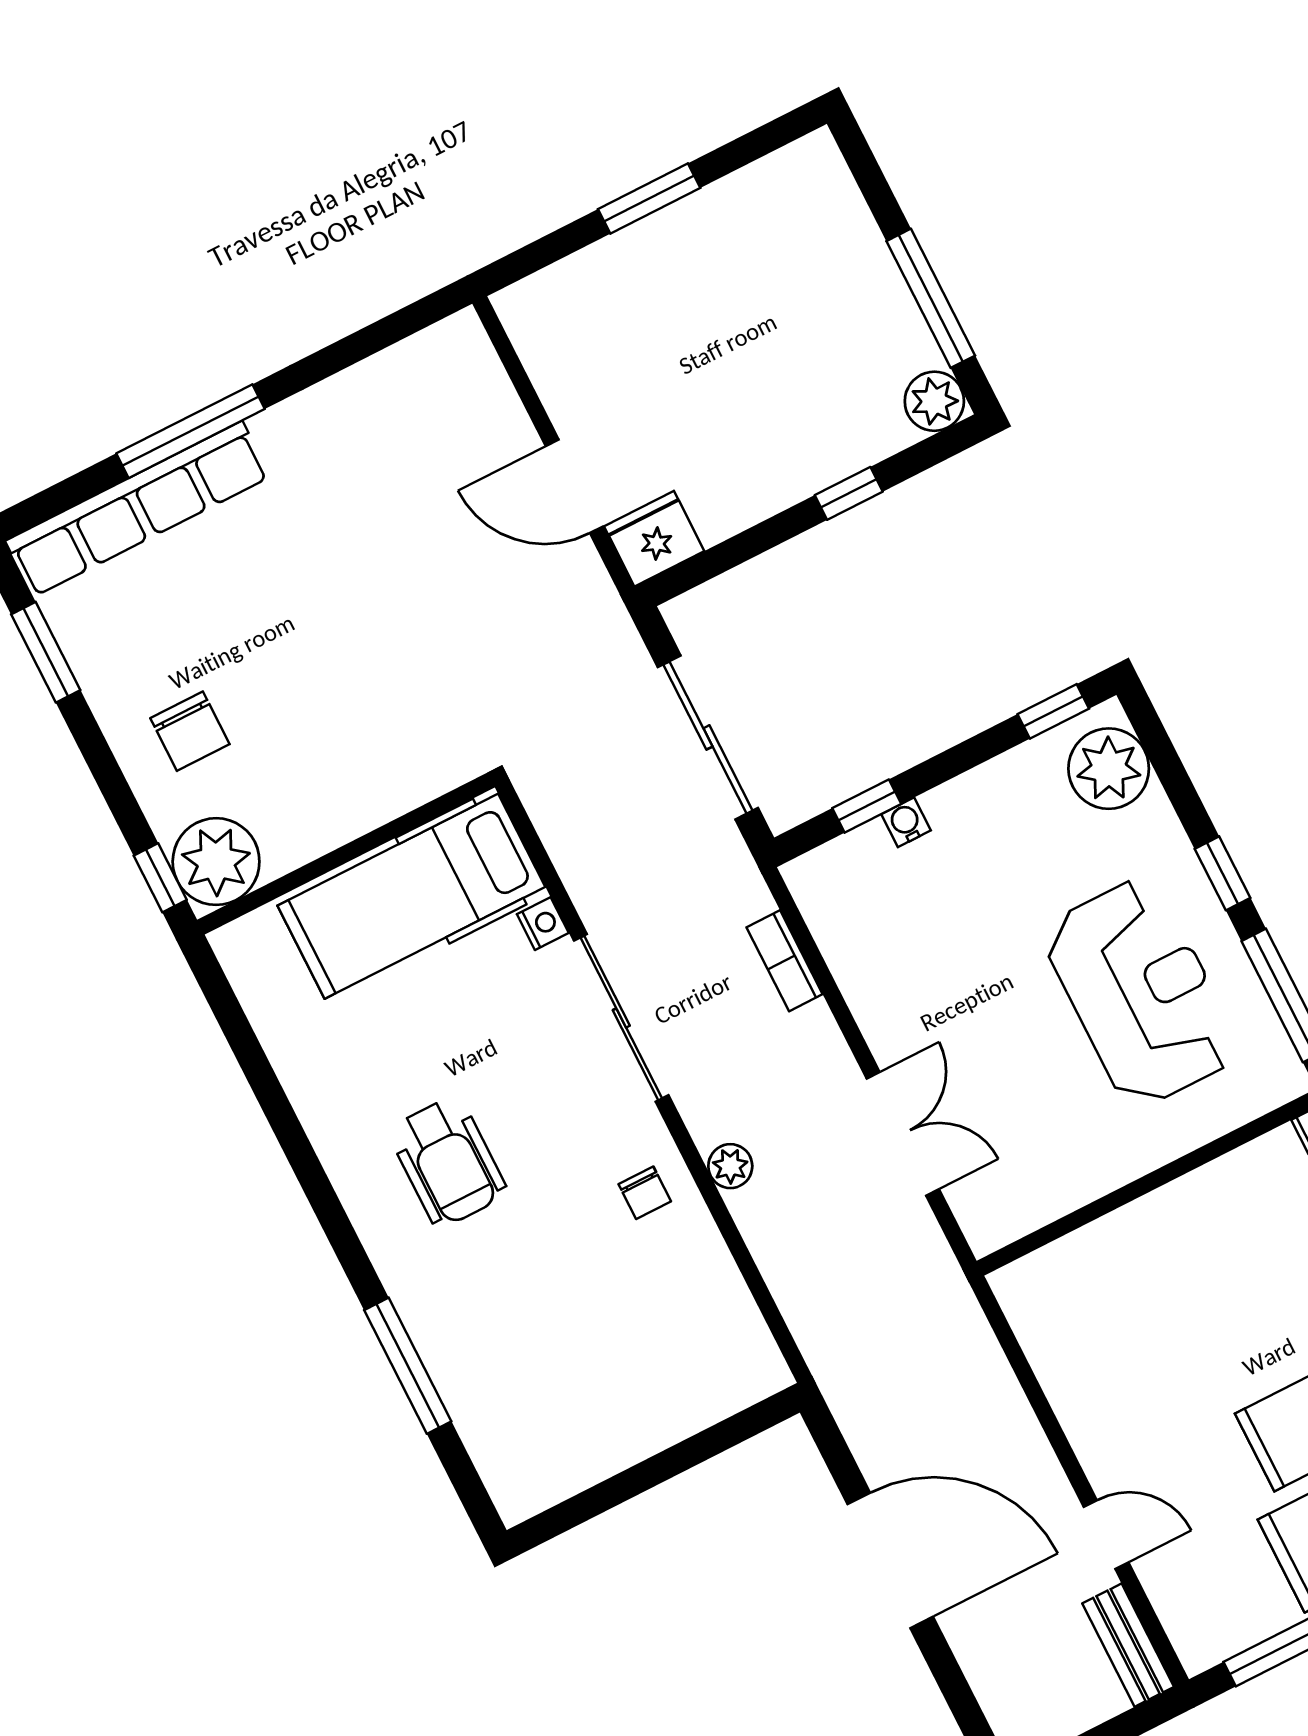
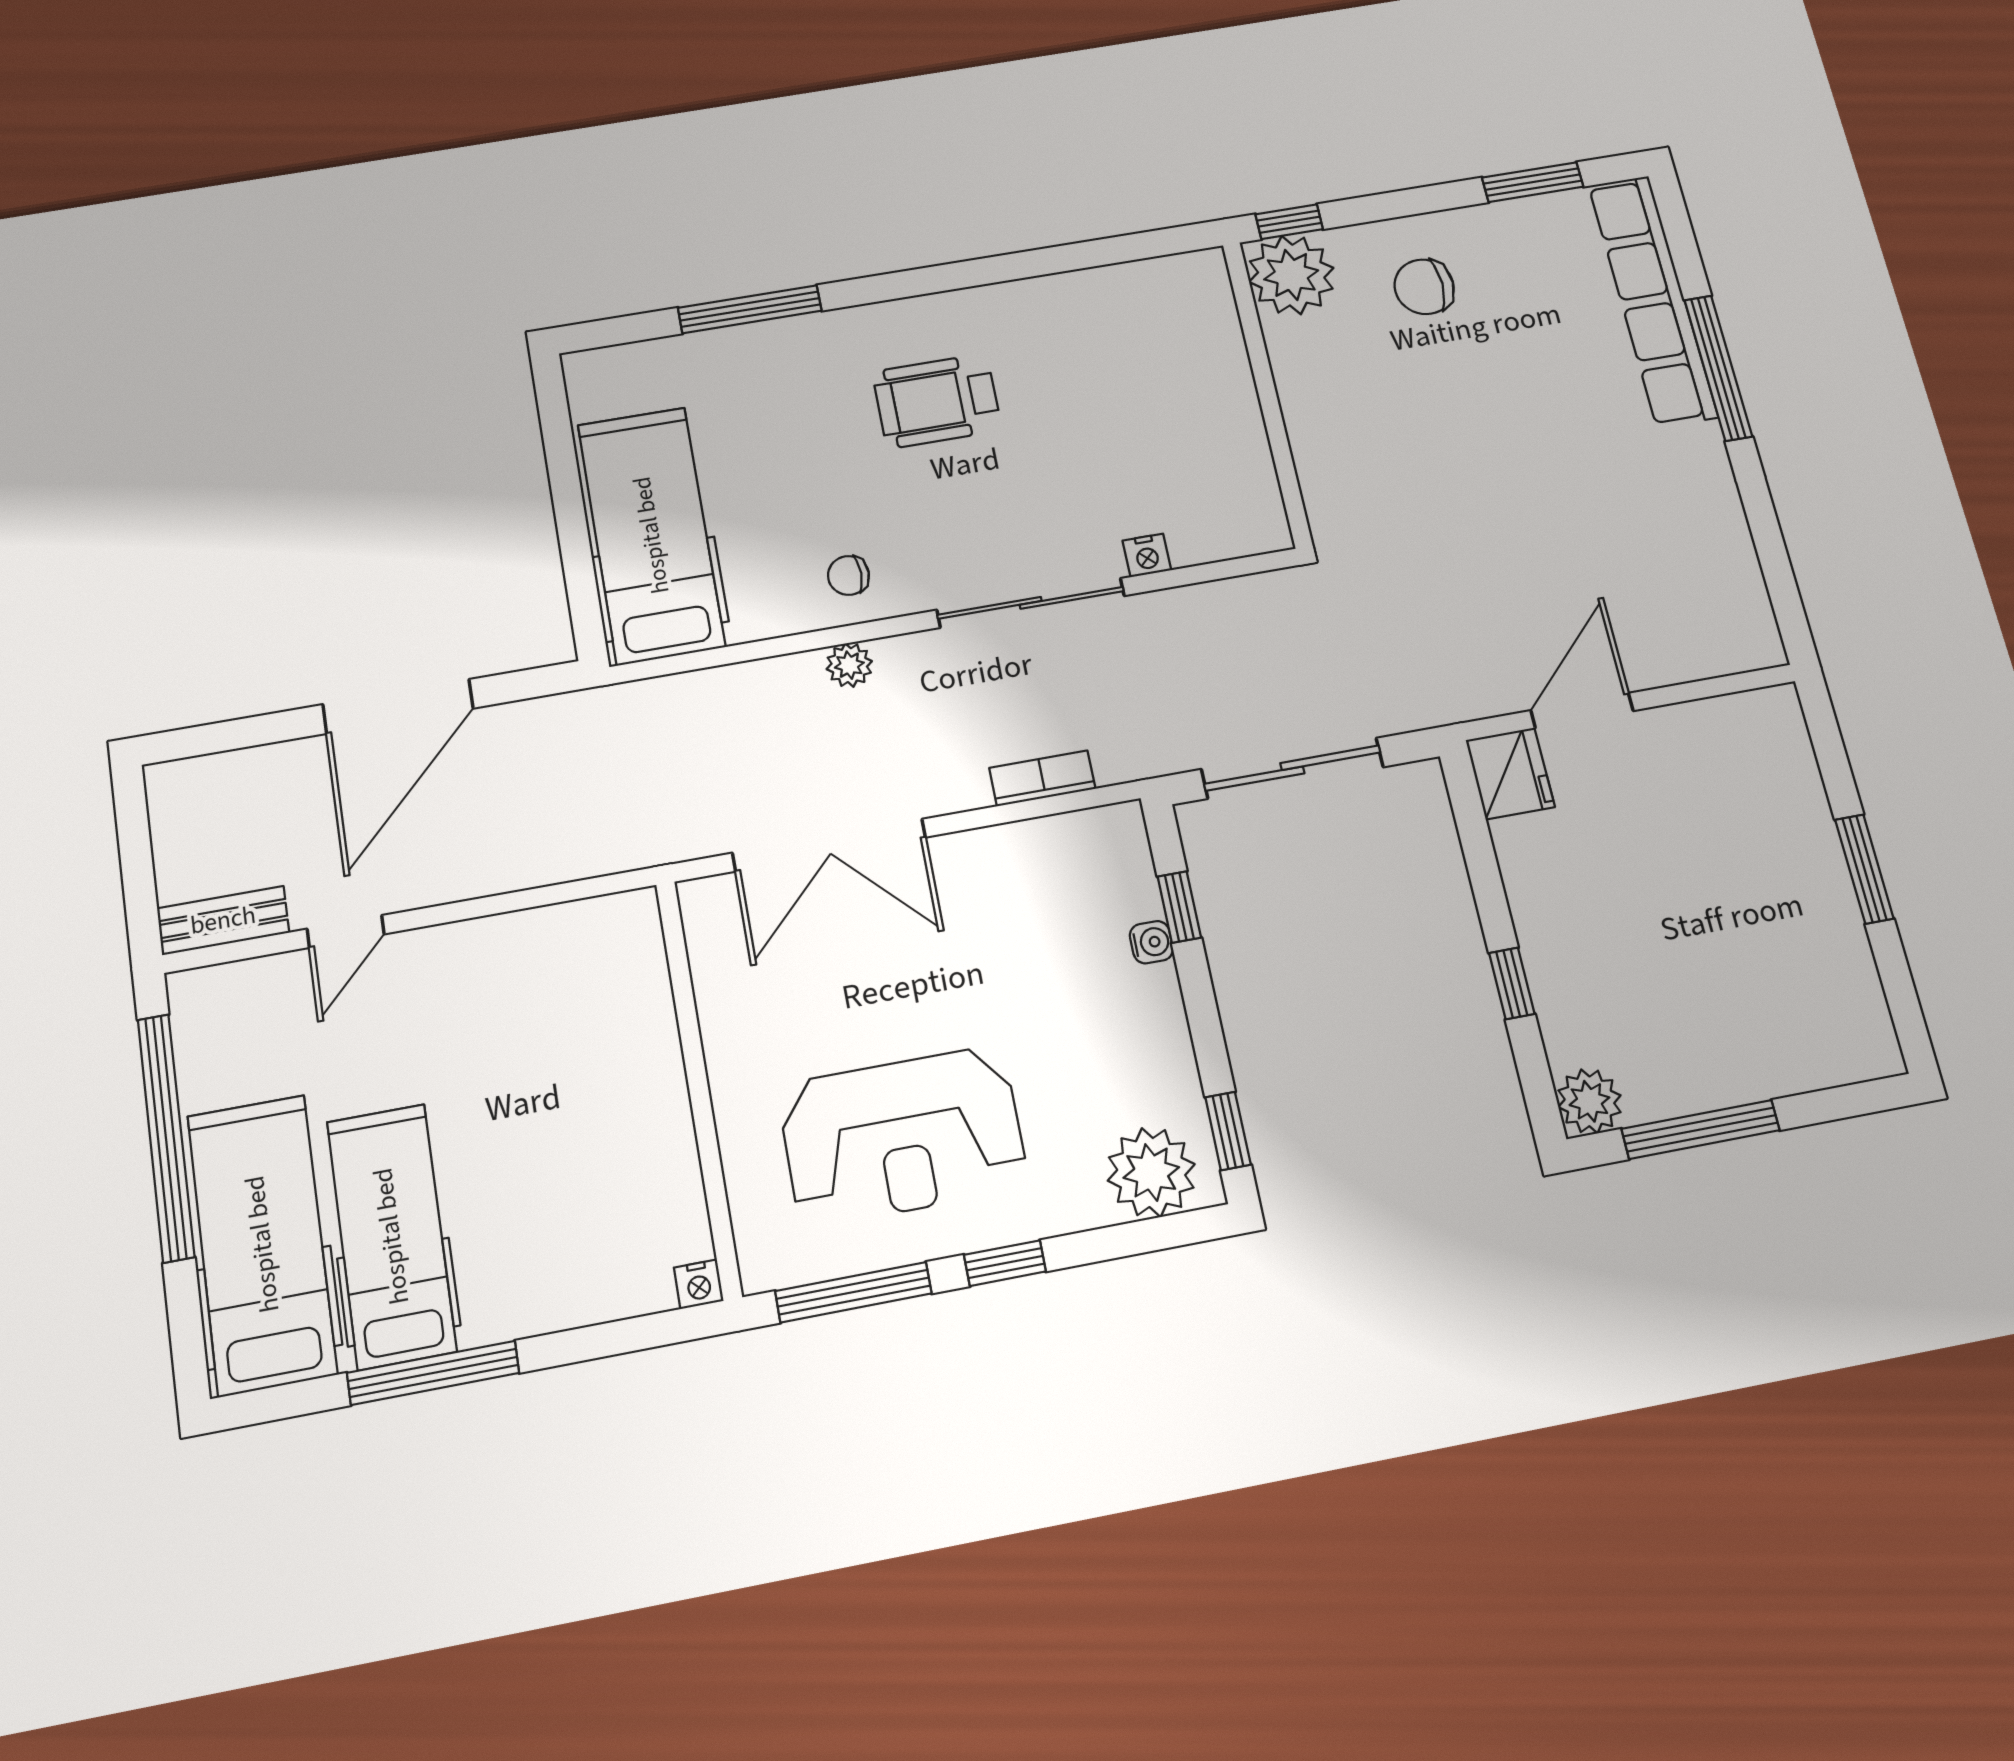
hospital bed: (411, 896) -> (651, 535), moved
double door: (903, 1134) -> (829, 845), width x1.37

